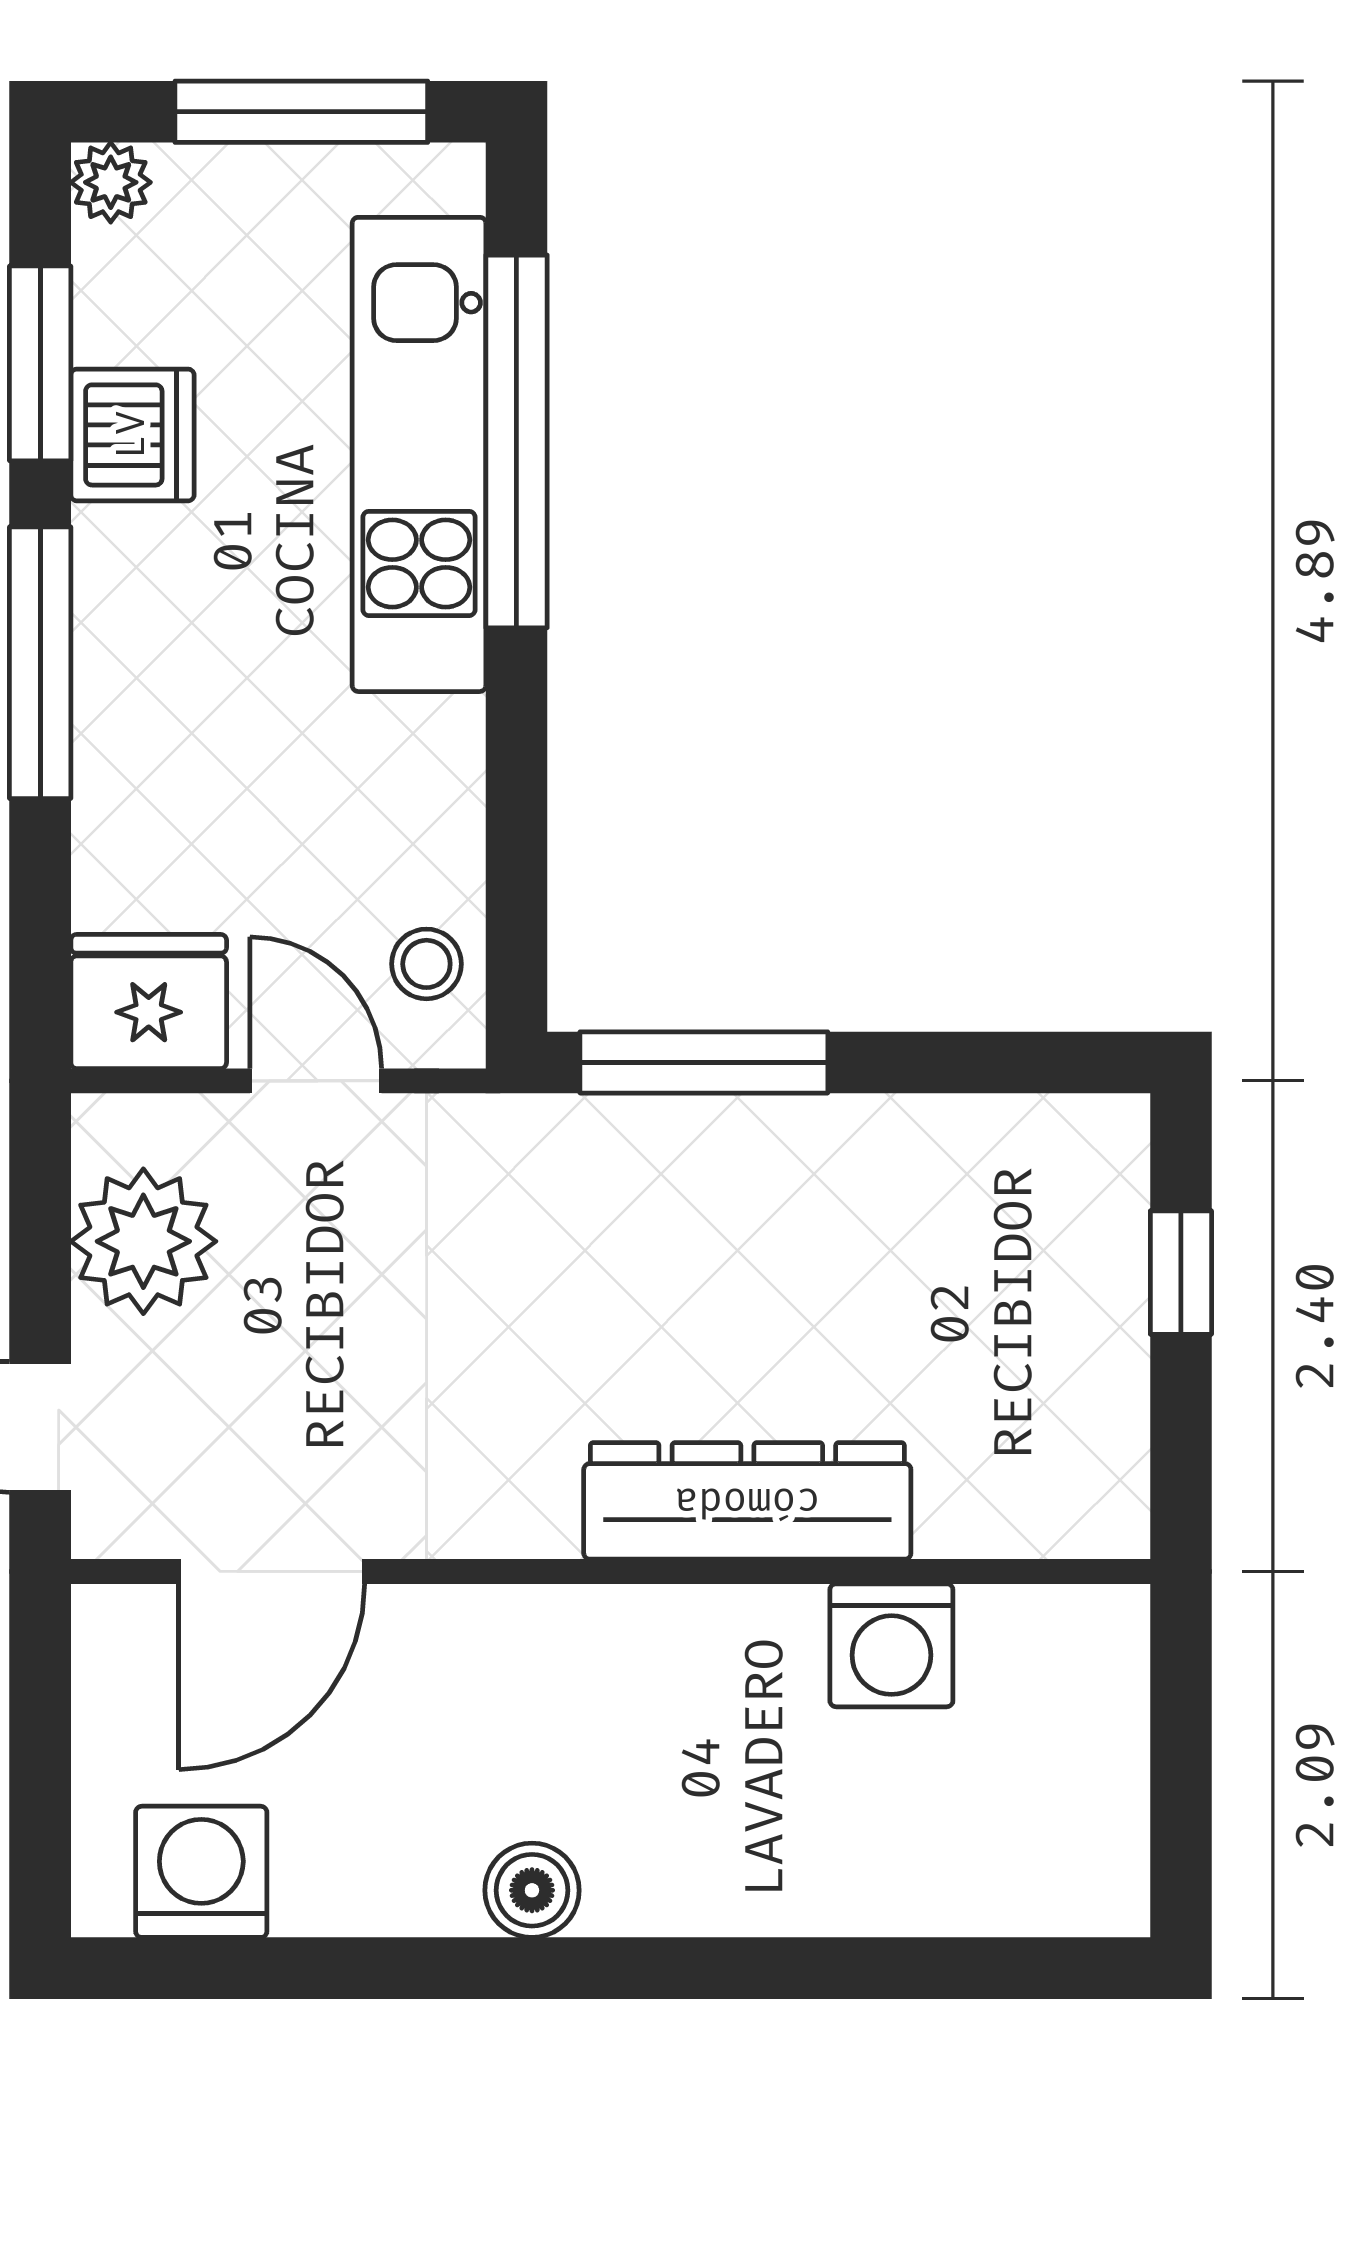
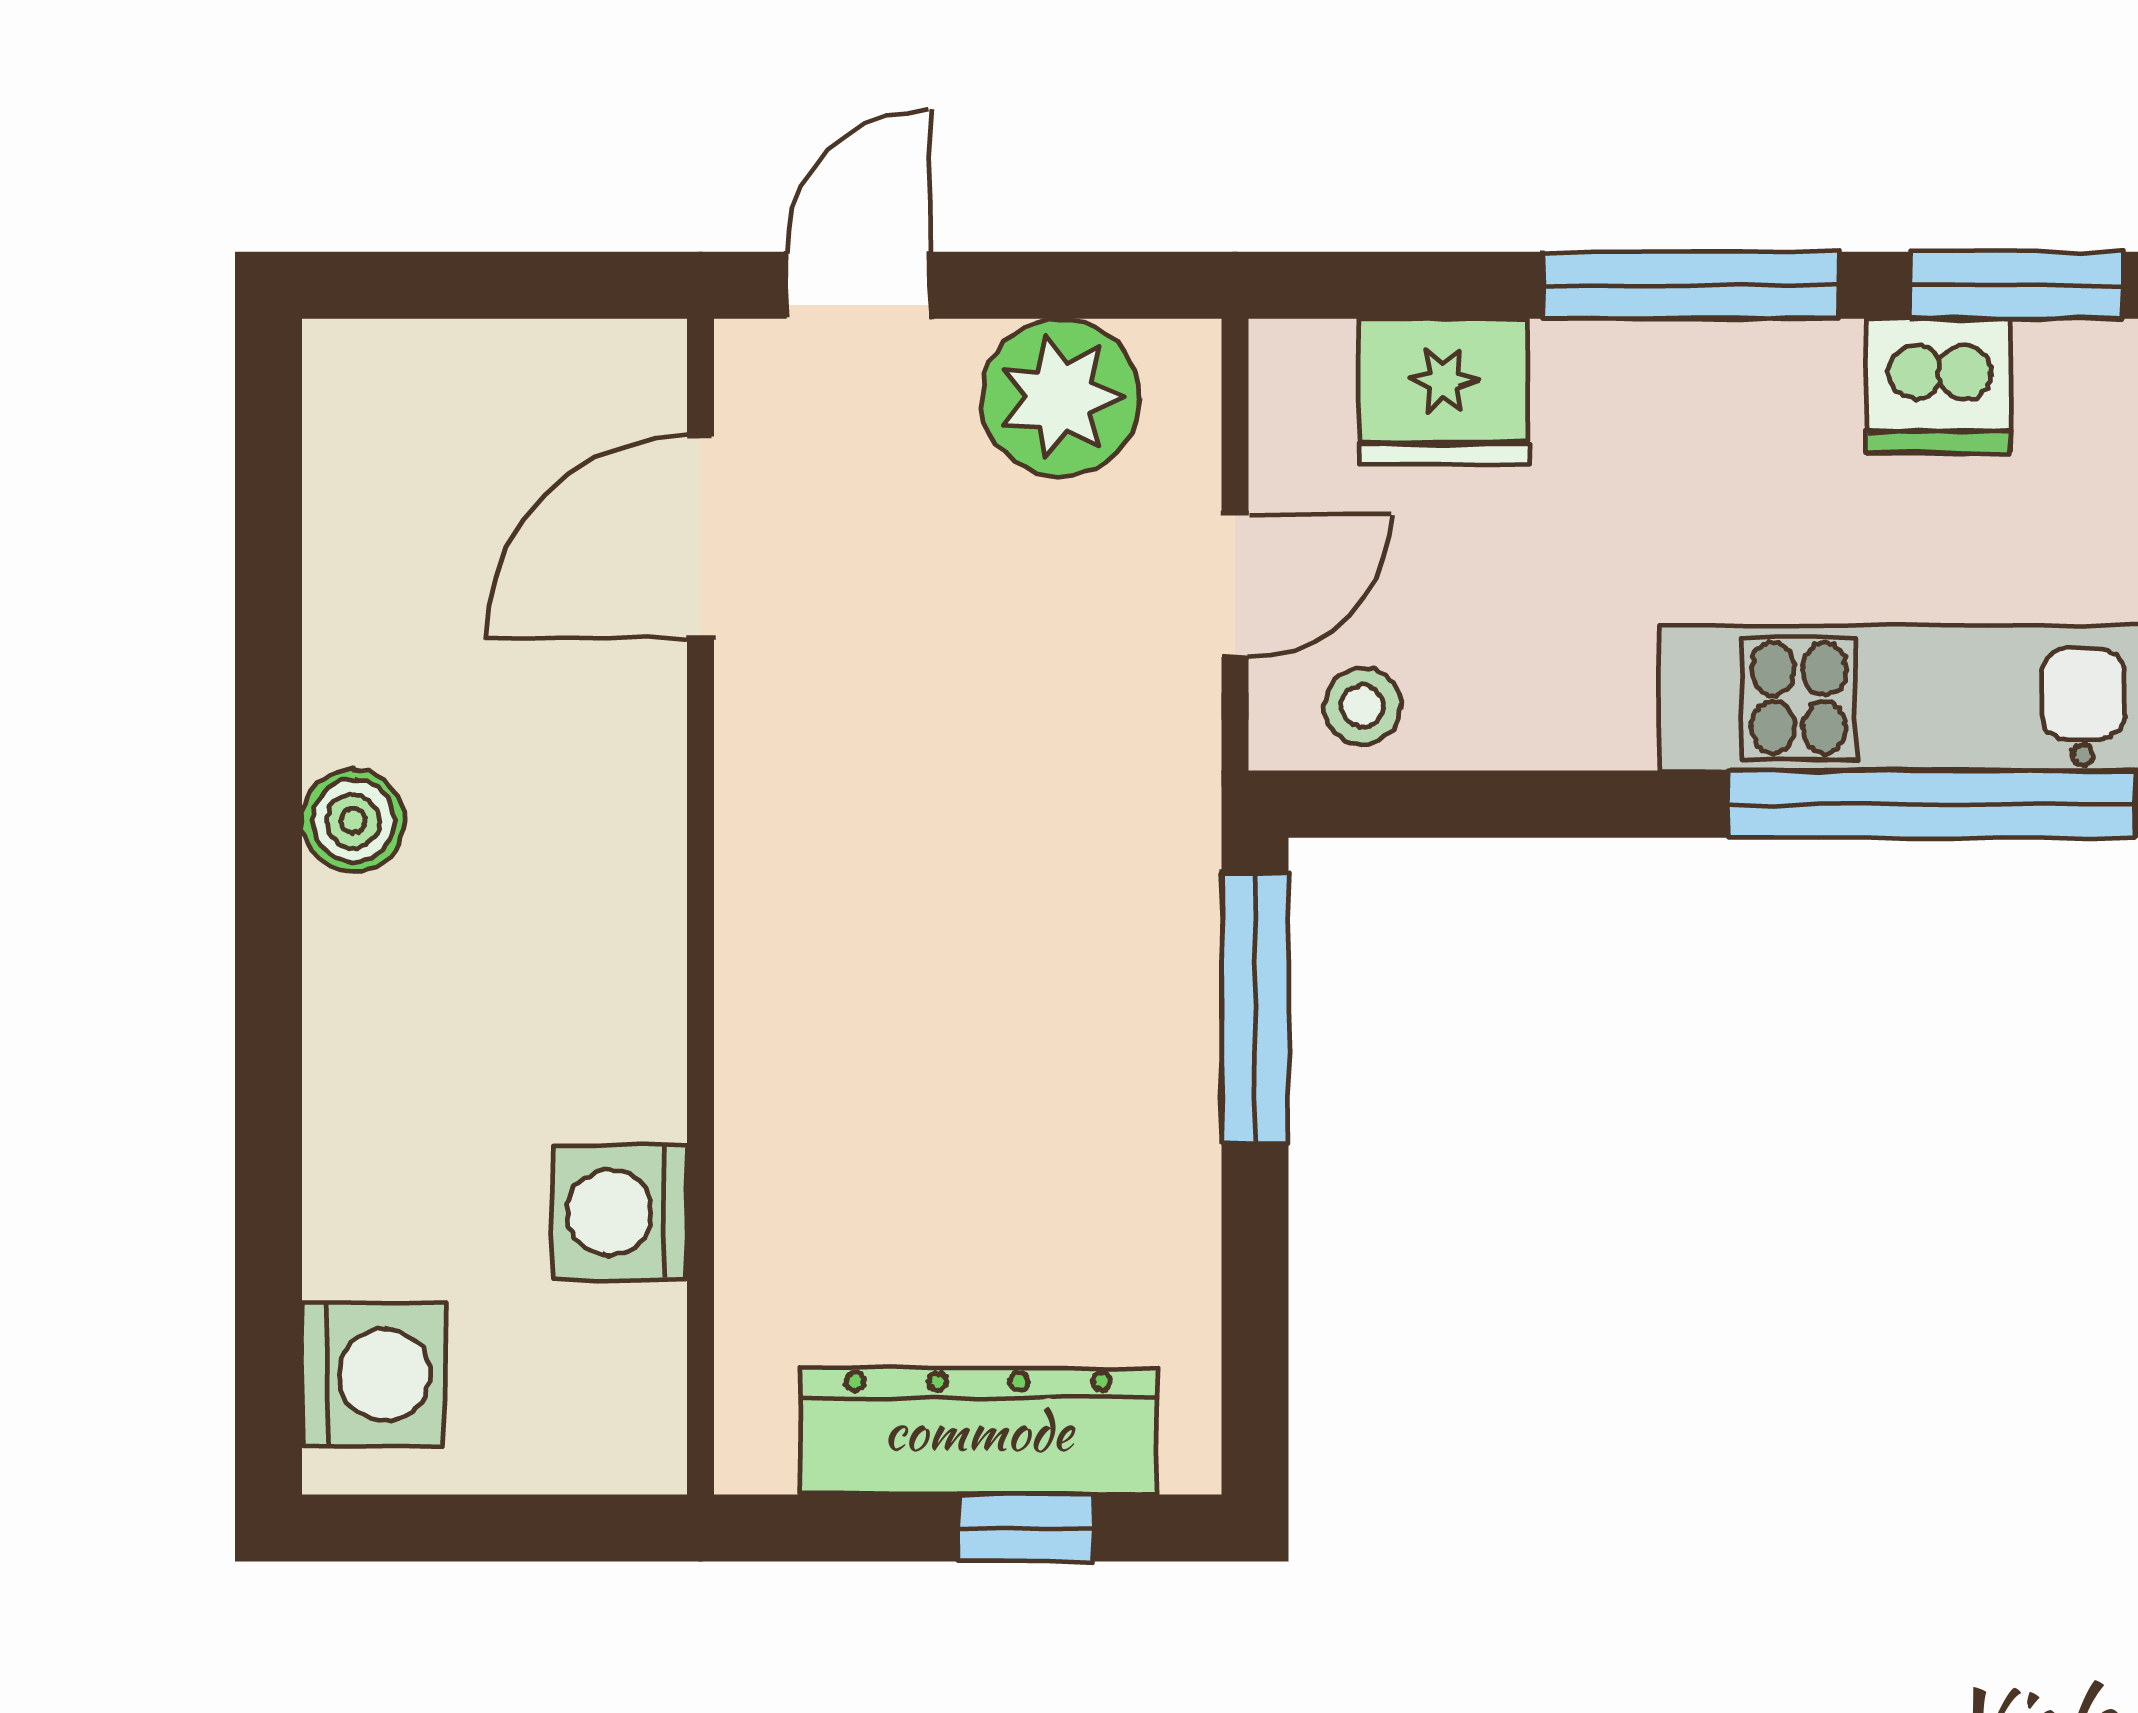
fridge: (149, 1001) -> (1444, 392), moved, turned 90
dresser: (747, 1501) -> (978, 1431), moved, turned -90
door: (272, 1571) -> (700, 537), hinge flipped
washing machine: (201, 1872) -> (373, 1375), moved

